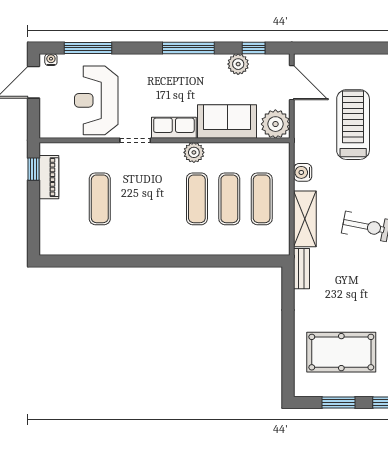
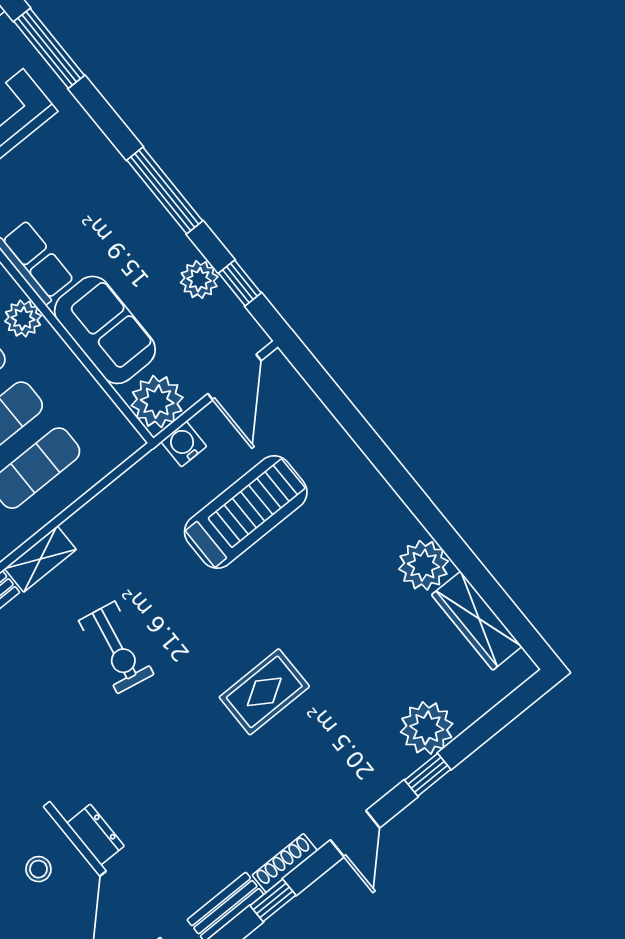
water cooler: (303, 172) -> (184, 444), moved
shelving: (305, 219) -> (40, 559), width x0.67, depth x0.75

